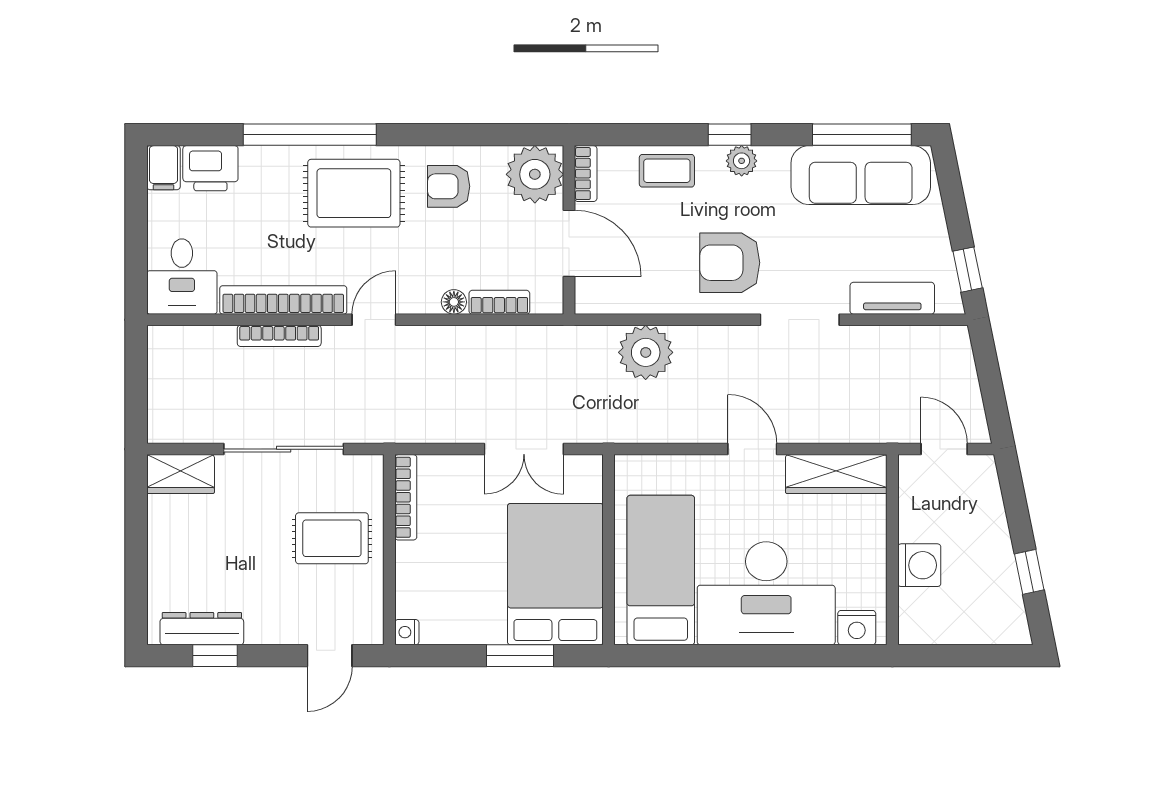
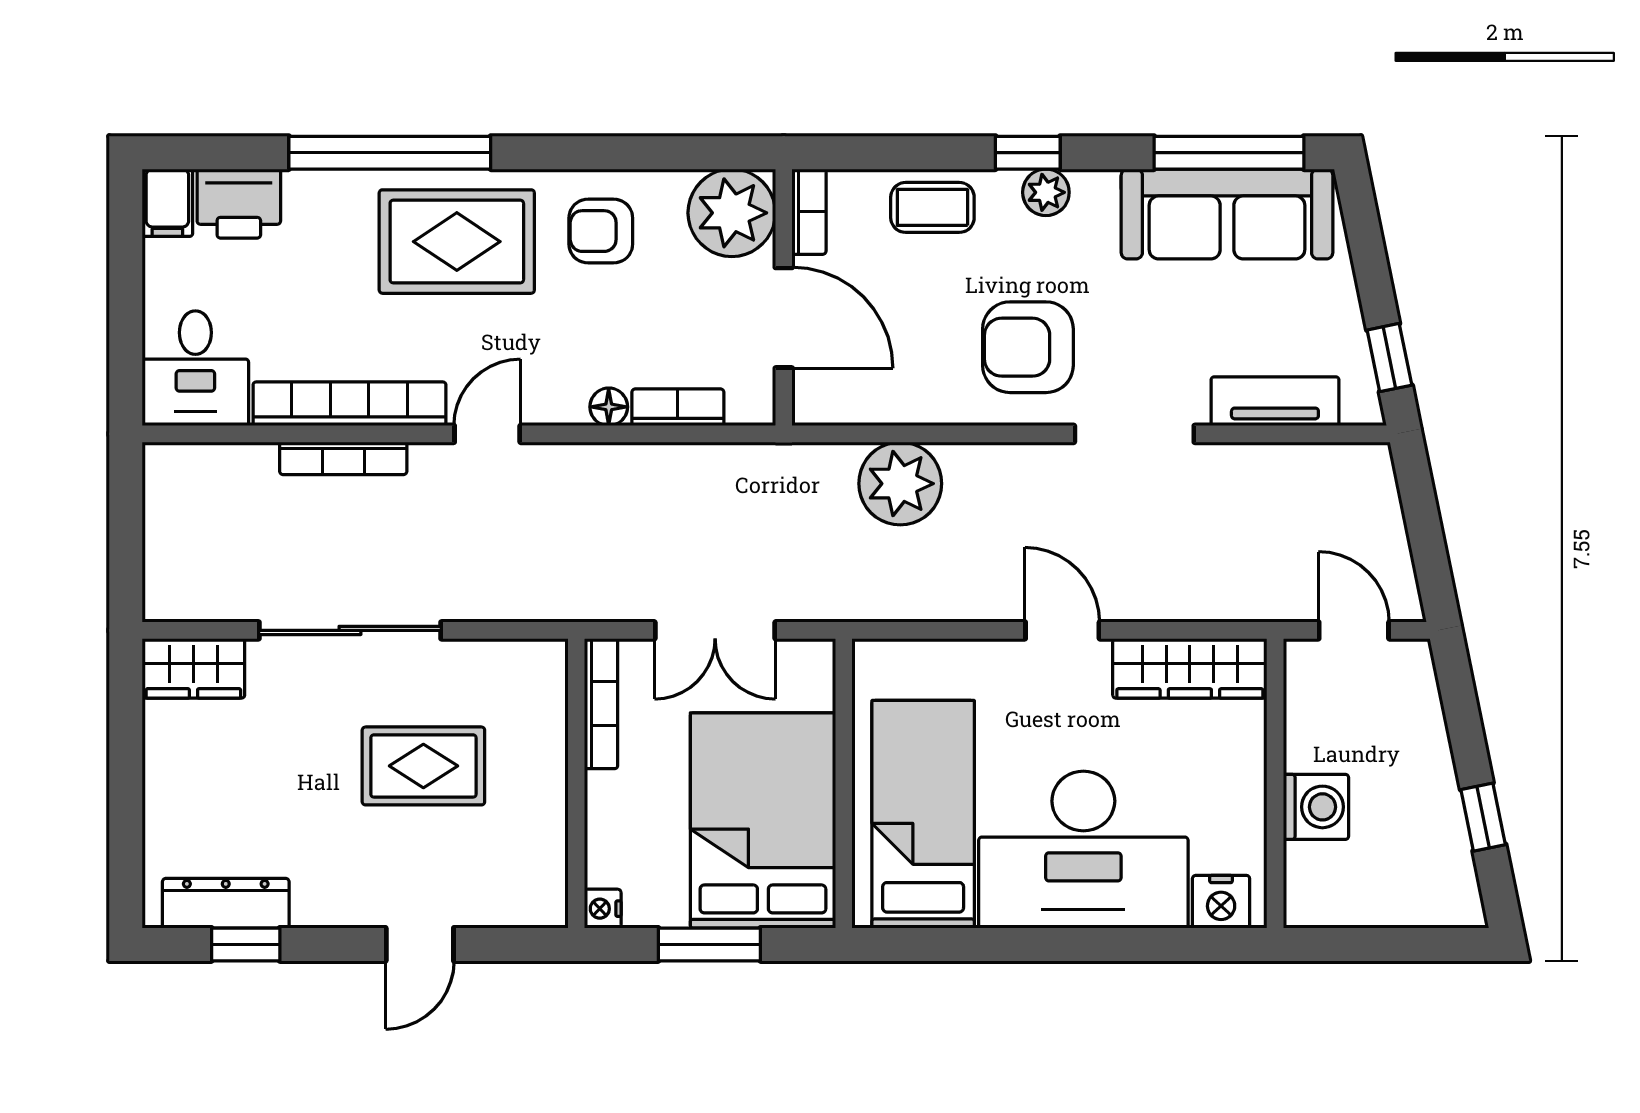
bookcase: (406, 497) -> (601, 704), moved
wall: (389, 550) -> (576, 783), moved
nightstand: (407, 632) -> (603, 909), moved

